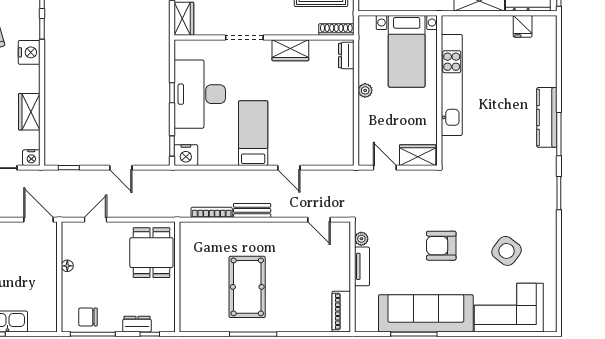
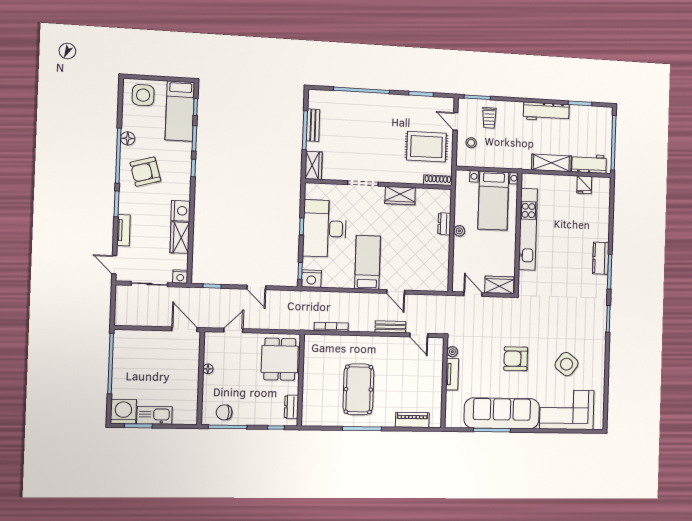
nightstand: (29, 52) -> (181, 211), moved
dresser: (346, 55) -> (444, 224), moved
kitchen counter: (547, 117) -> (601, 258), width x0.67
bench: (252, 210) -> (390, 327), moved
piano: (341, 312) -> (412, 420), moved, turned 90
dresser: (137, 324) -> (291, 407), moved, turned -90

